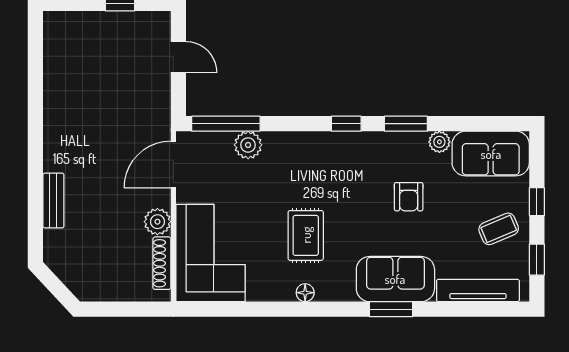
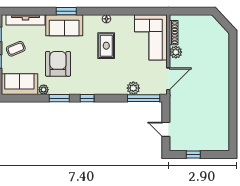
armchair: (409, 197) -> (58, 64), width x1.88, depth x1.88
bench: (53, 201) -> (225, 62), removed

